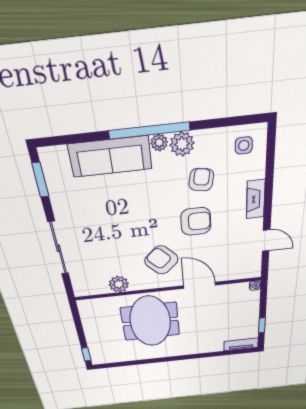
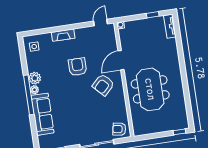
armchair: (201, 180) -> (119, 129), moved
door: (266, 240) -> (101, 23), moved
plant: (119, 284) -> (121, 110), removed
meeting table: (150, 321) -> (150, 89), turned 90

